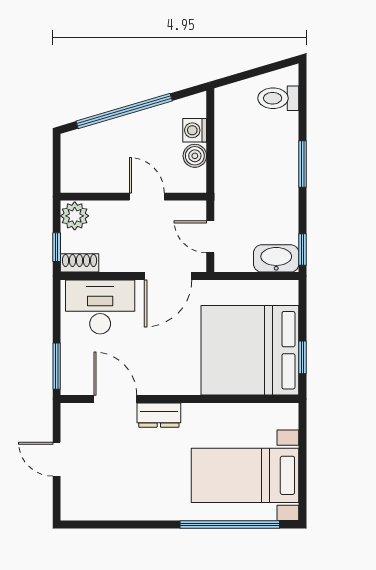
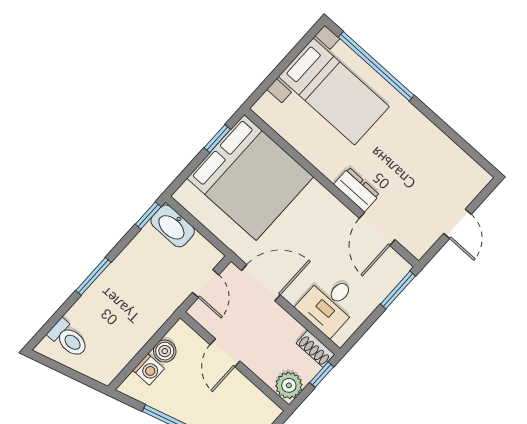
desk: (100, 307) -> (329, 304), width x0.73

